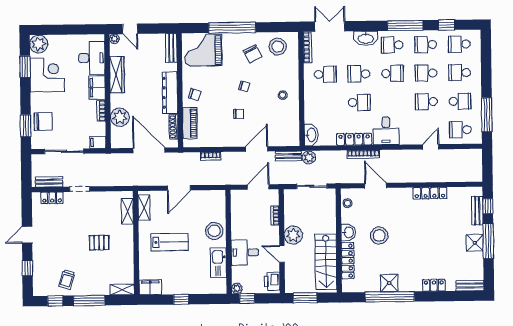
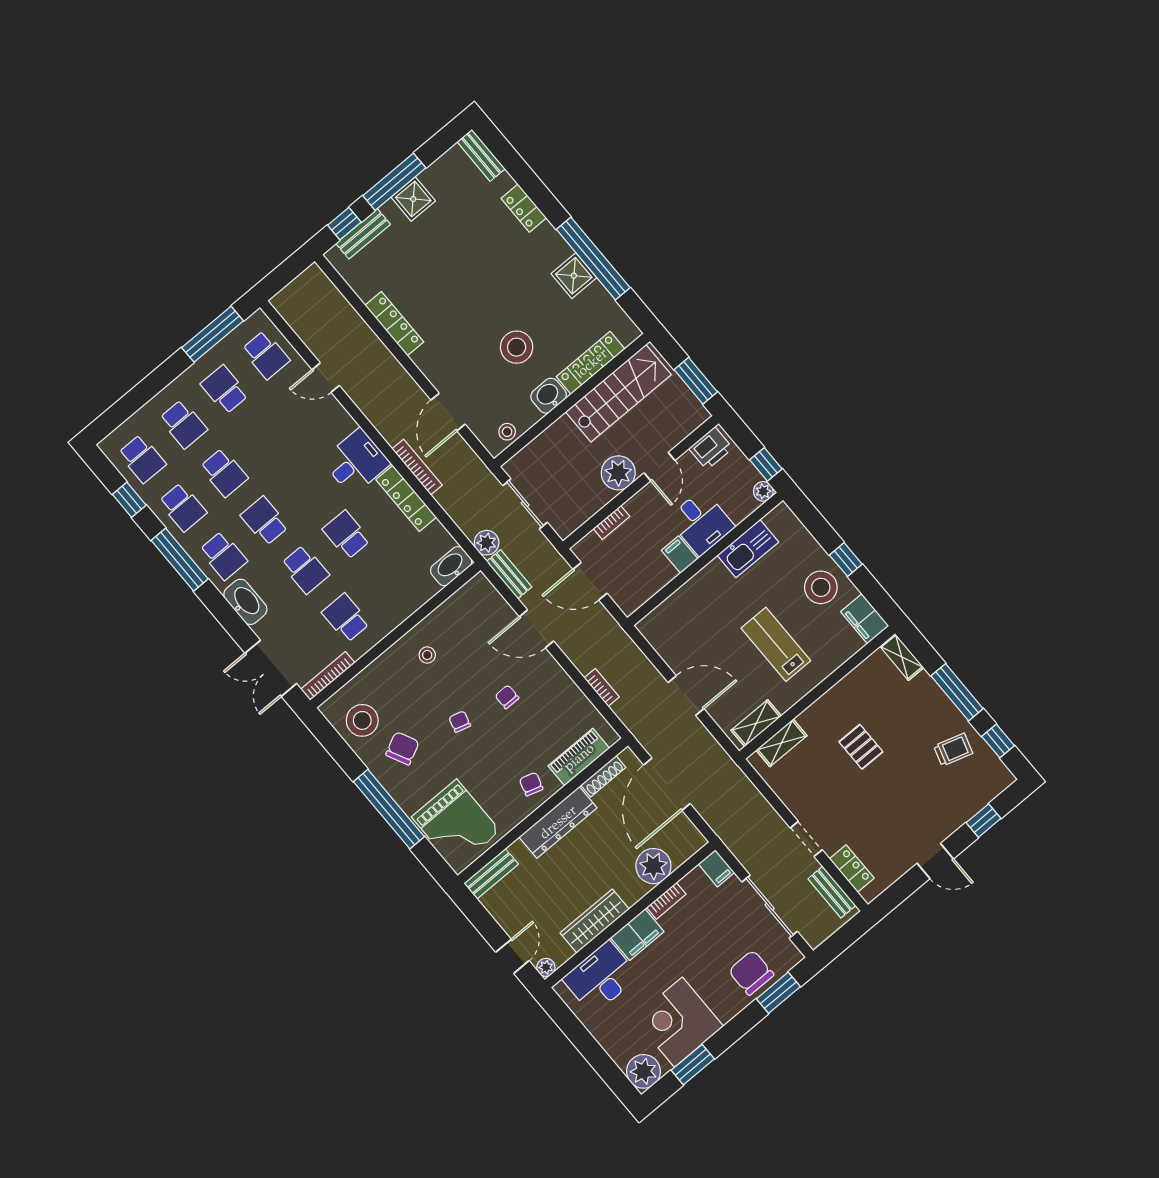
school desk: (426, 102) -> (265, 438), removed
stool: (214, 231) -> (821, 587), moved
filing cabinet: (239, 233) -> (680, 555), added

